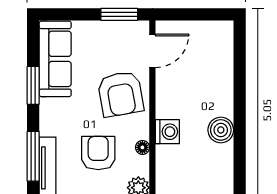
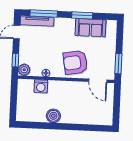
sofa: (55, 59) -> (91, 28), width x0.73
washing machine: (167, 132) -> (41, 86), moved
armchair: (98, 153) -> (44, 49), removed

